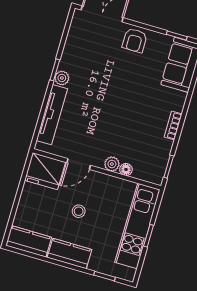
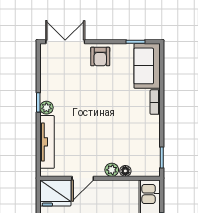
bookcase: (173, 125) -> (155, 102), moved

